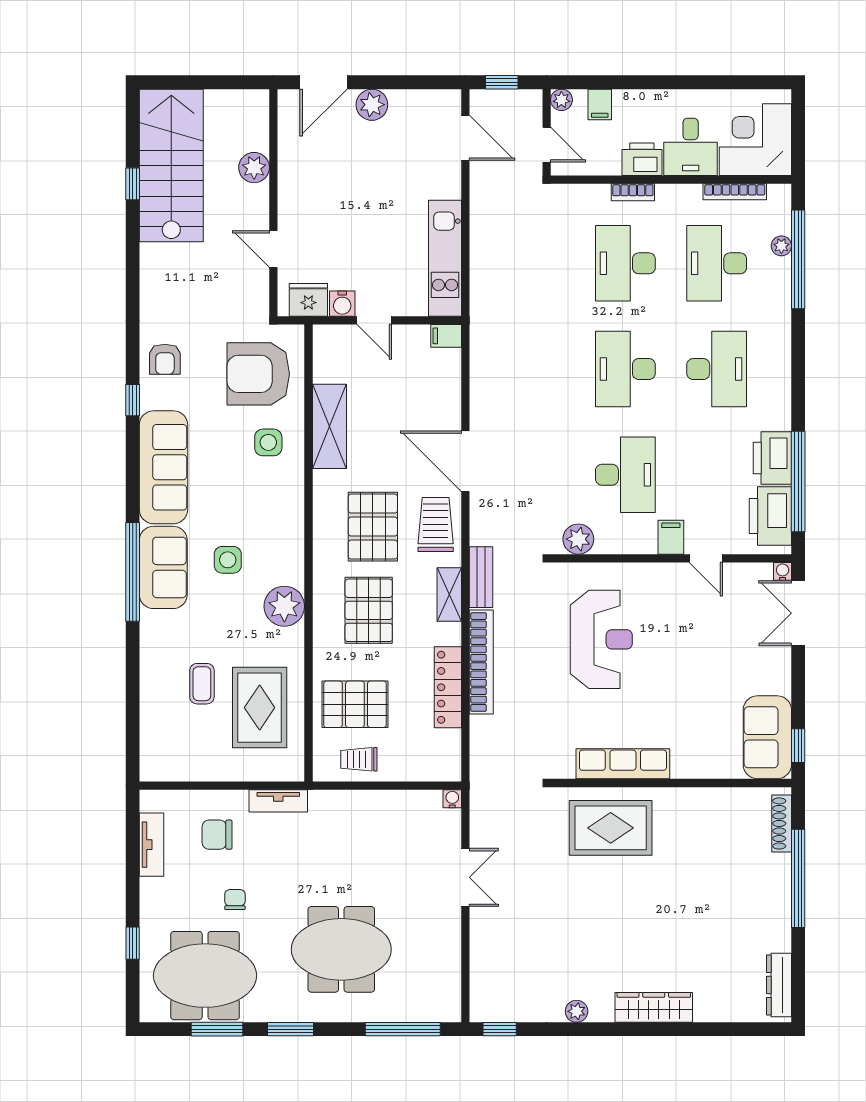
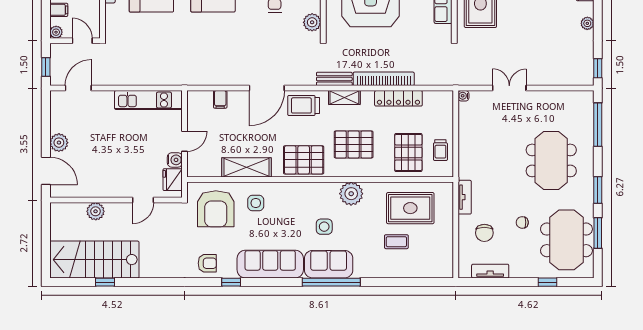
door: (547, 145) -> (82, 41), hinge flipped
filing cabinet: (446, 336) -> (220, 99), moved
pallet: (373, 527) -> (304, 160), moved

